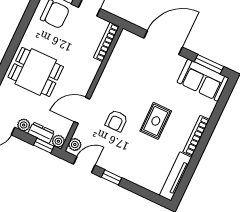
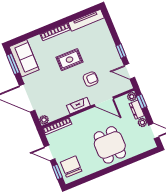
fireplace: (104, 83) -> (78, 106), added
plant: (75, 145) -> (44, 120), moved

